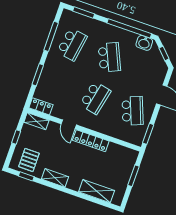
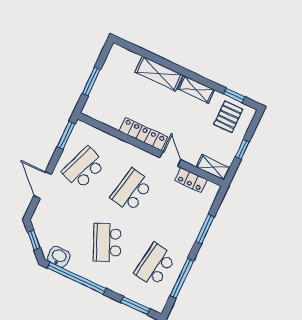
locker: (41, 106) -> (191, 180), moved
school desk: (133, 111) -> (84, 168), turned 42
shelving: (97, 191) -> (159, 74), moved

